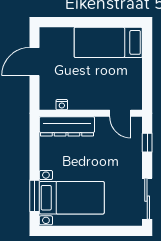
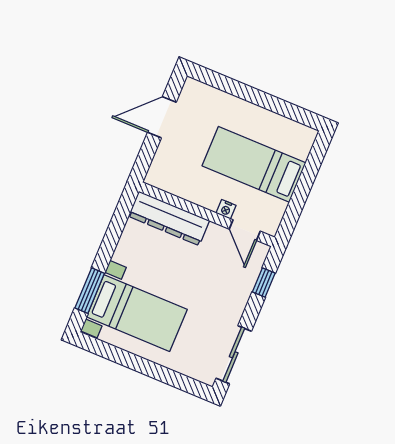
bed: (108, 42) -> (254, 164), moved
nightstand: (62, 105) -> (226, 209), moved

